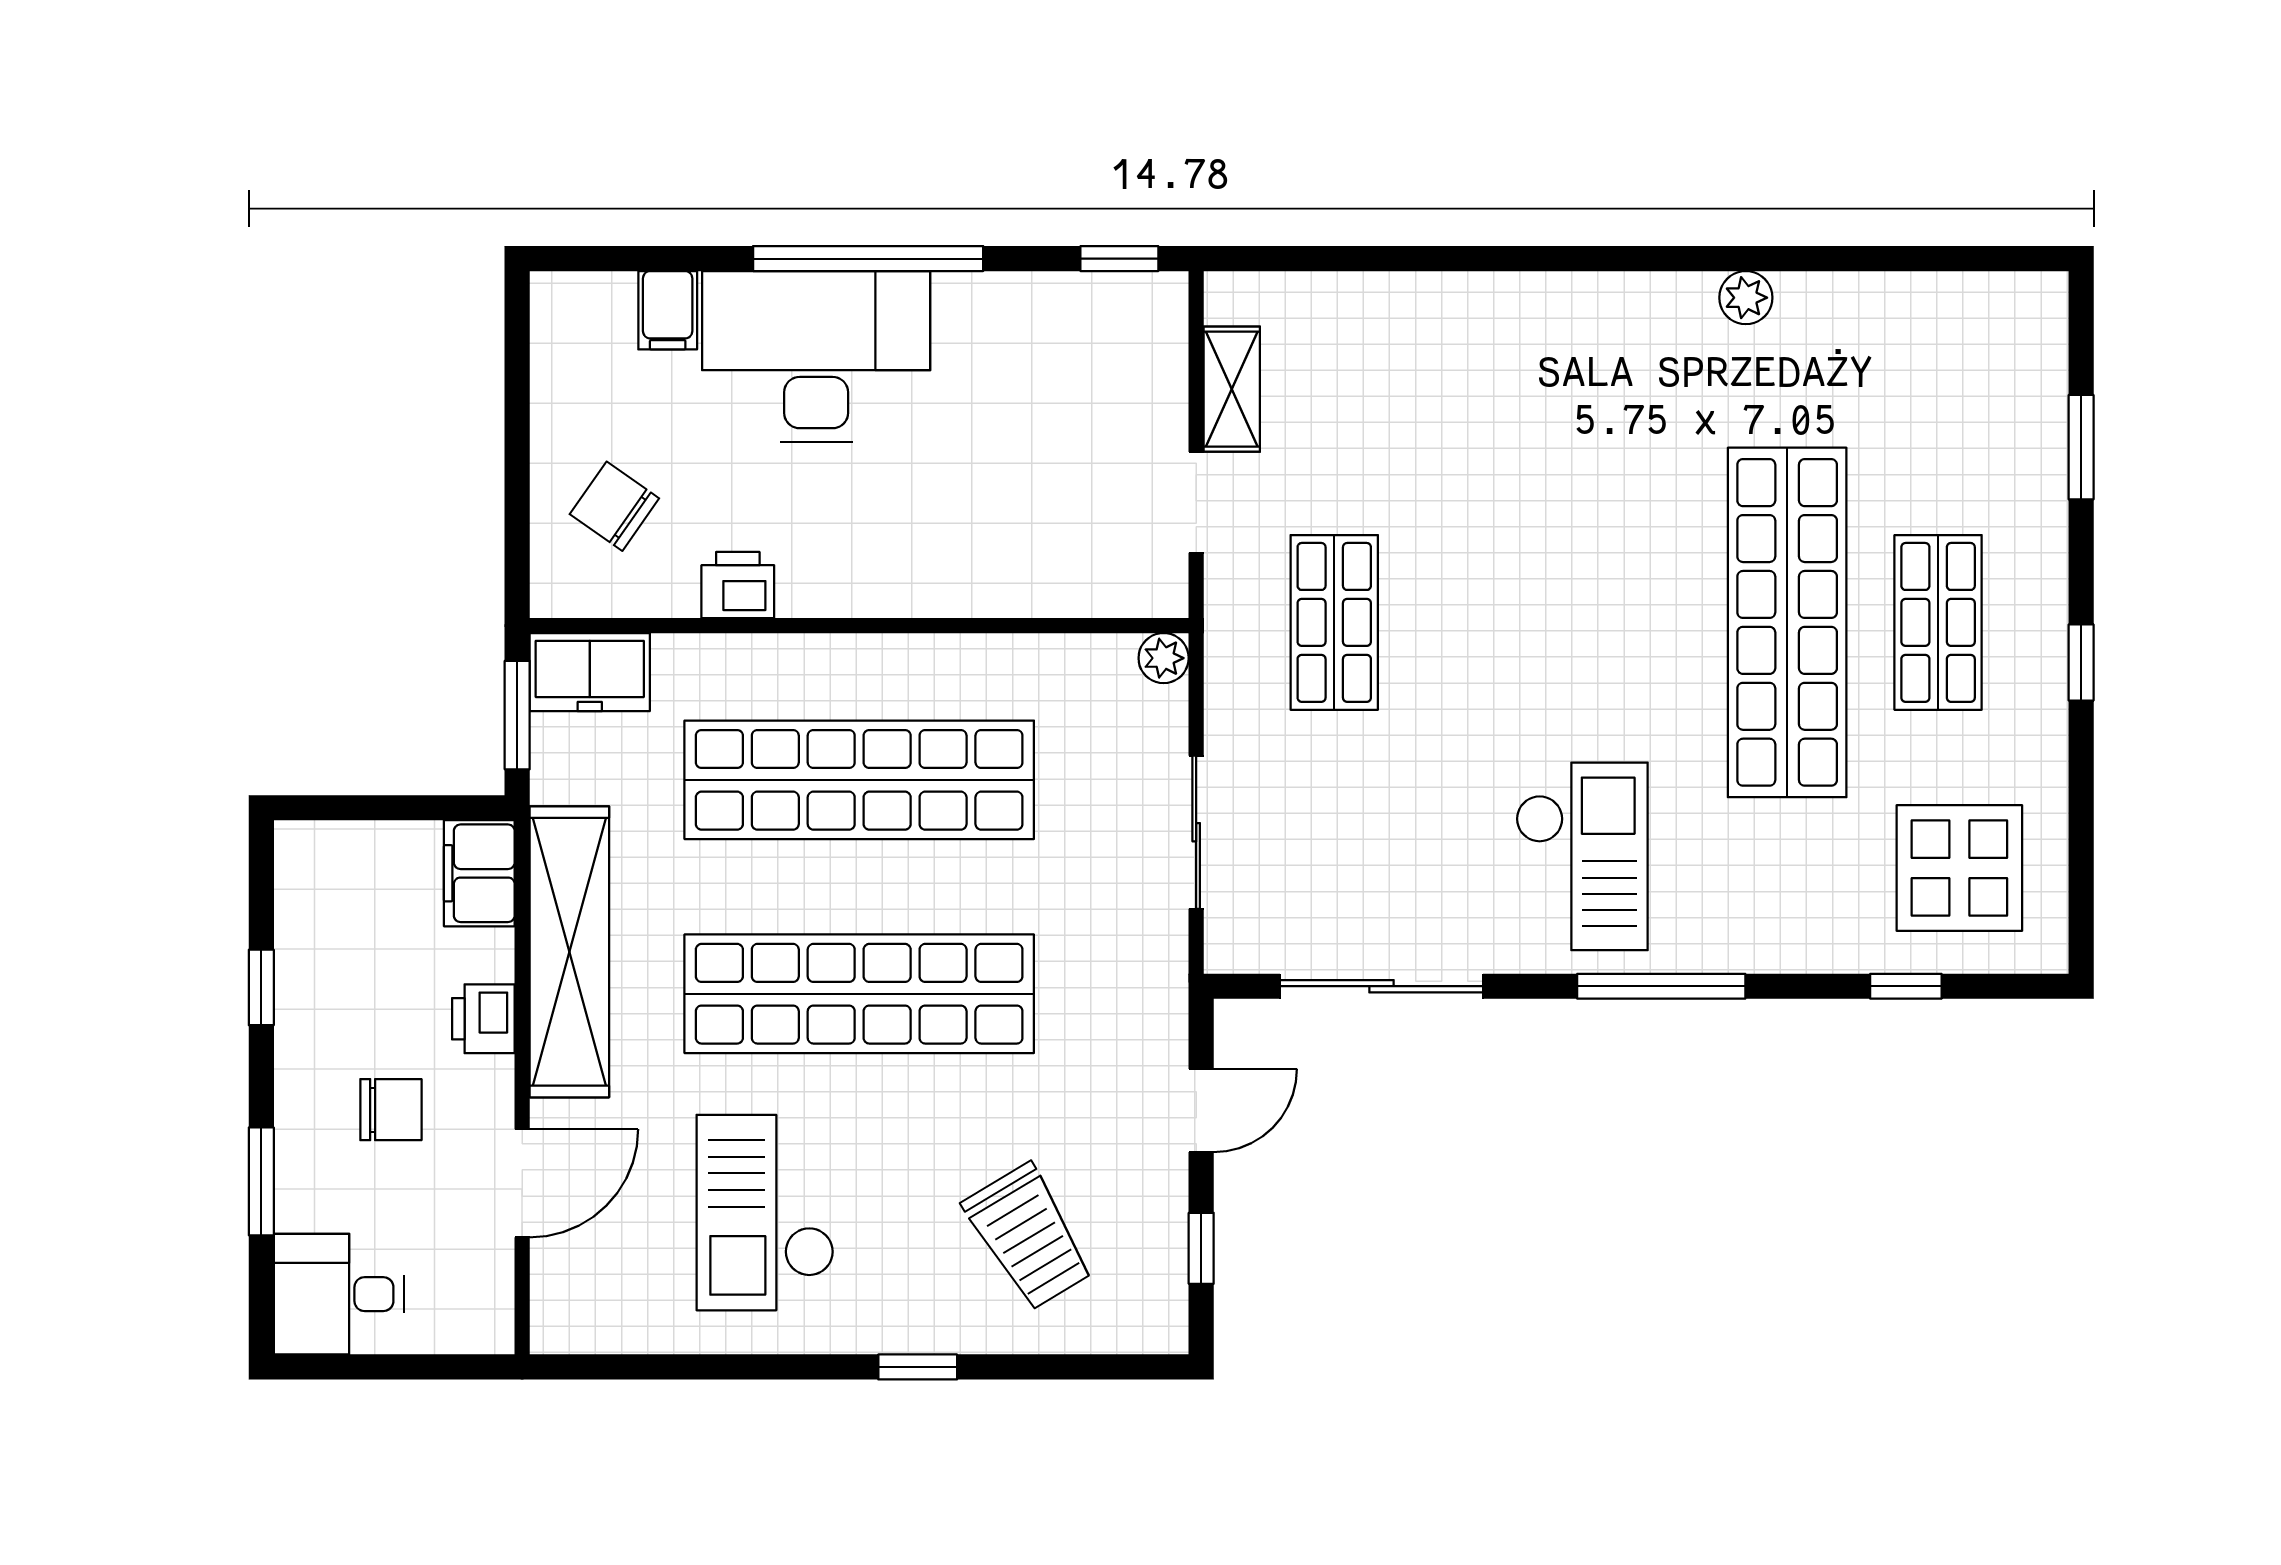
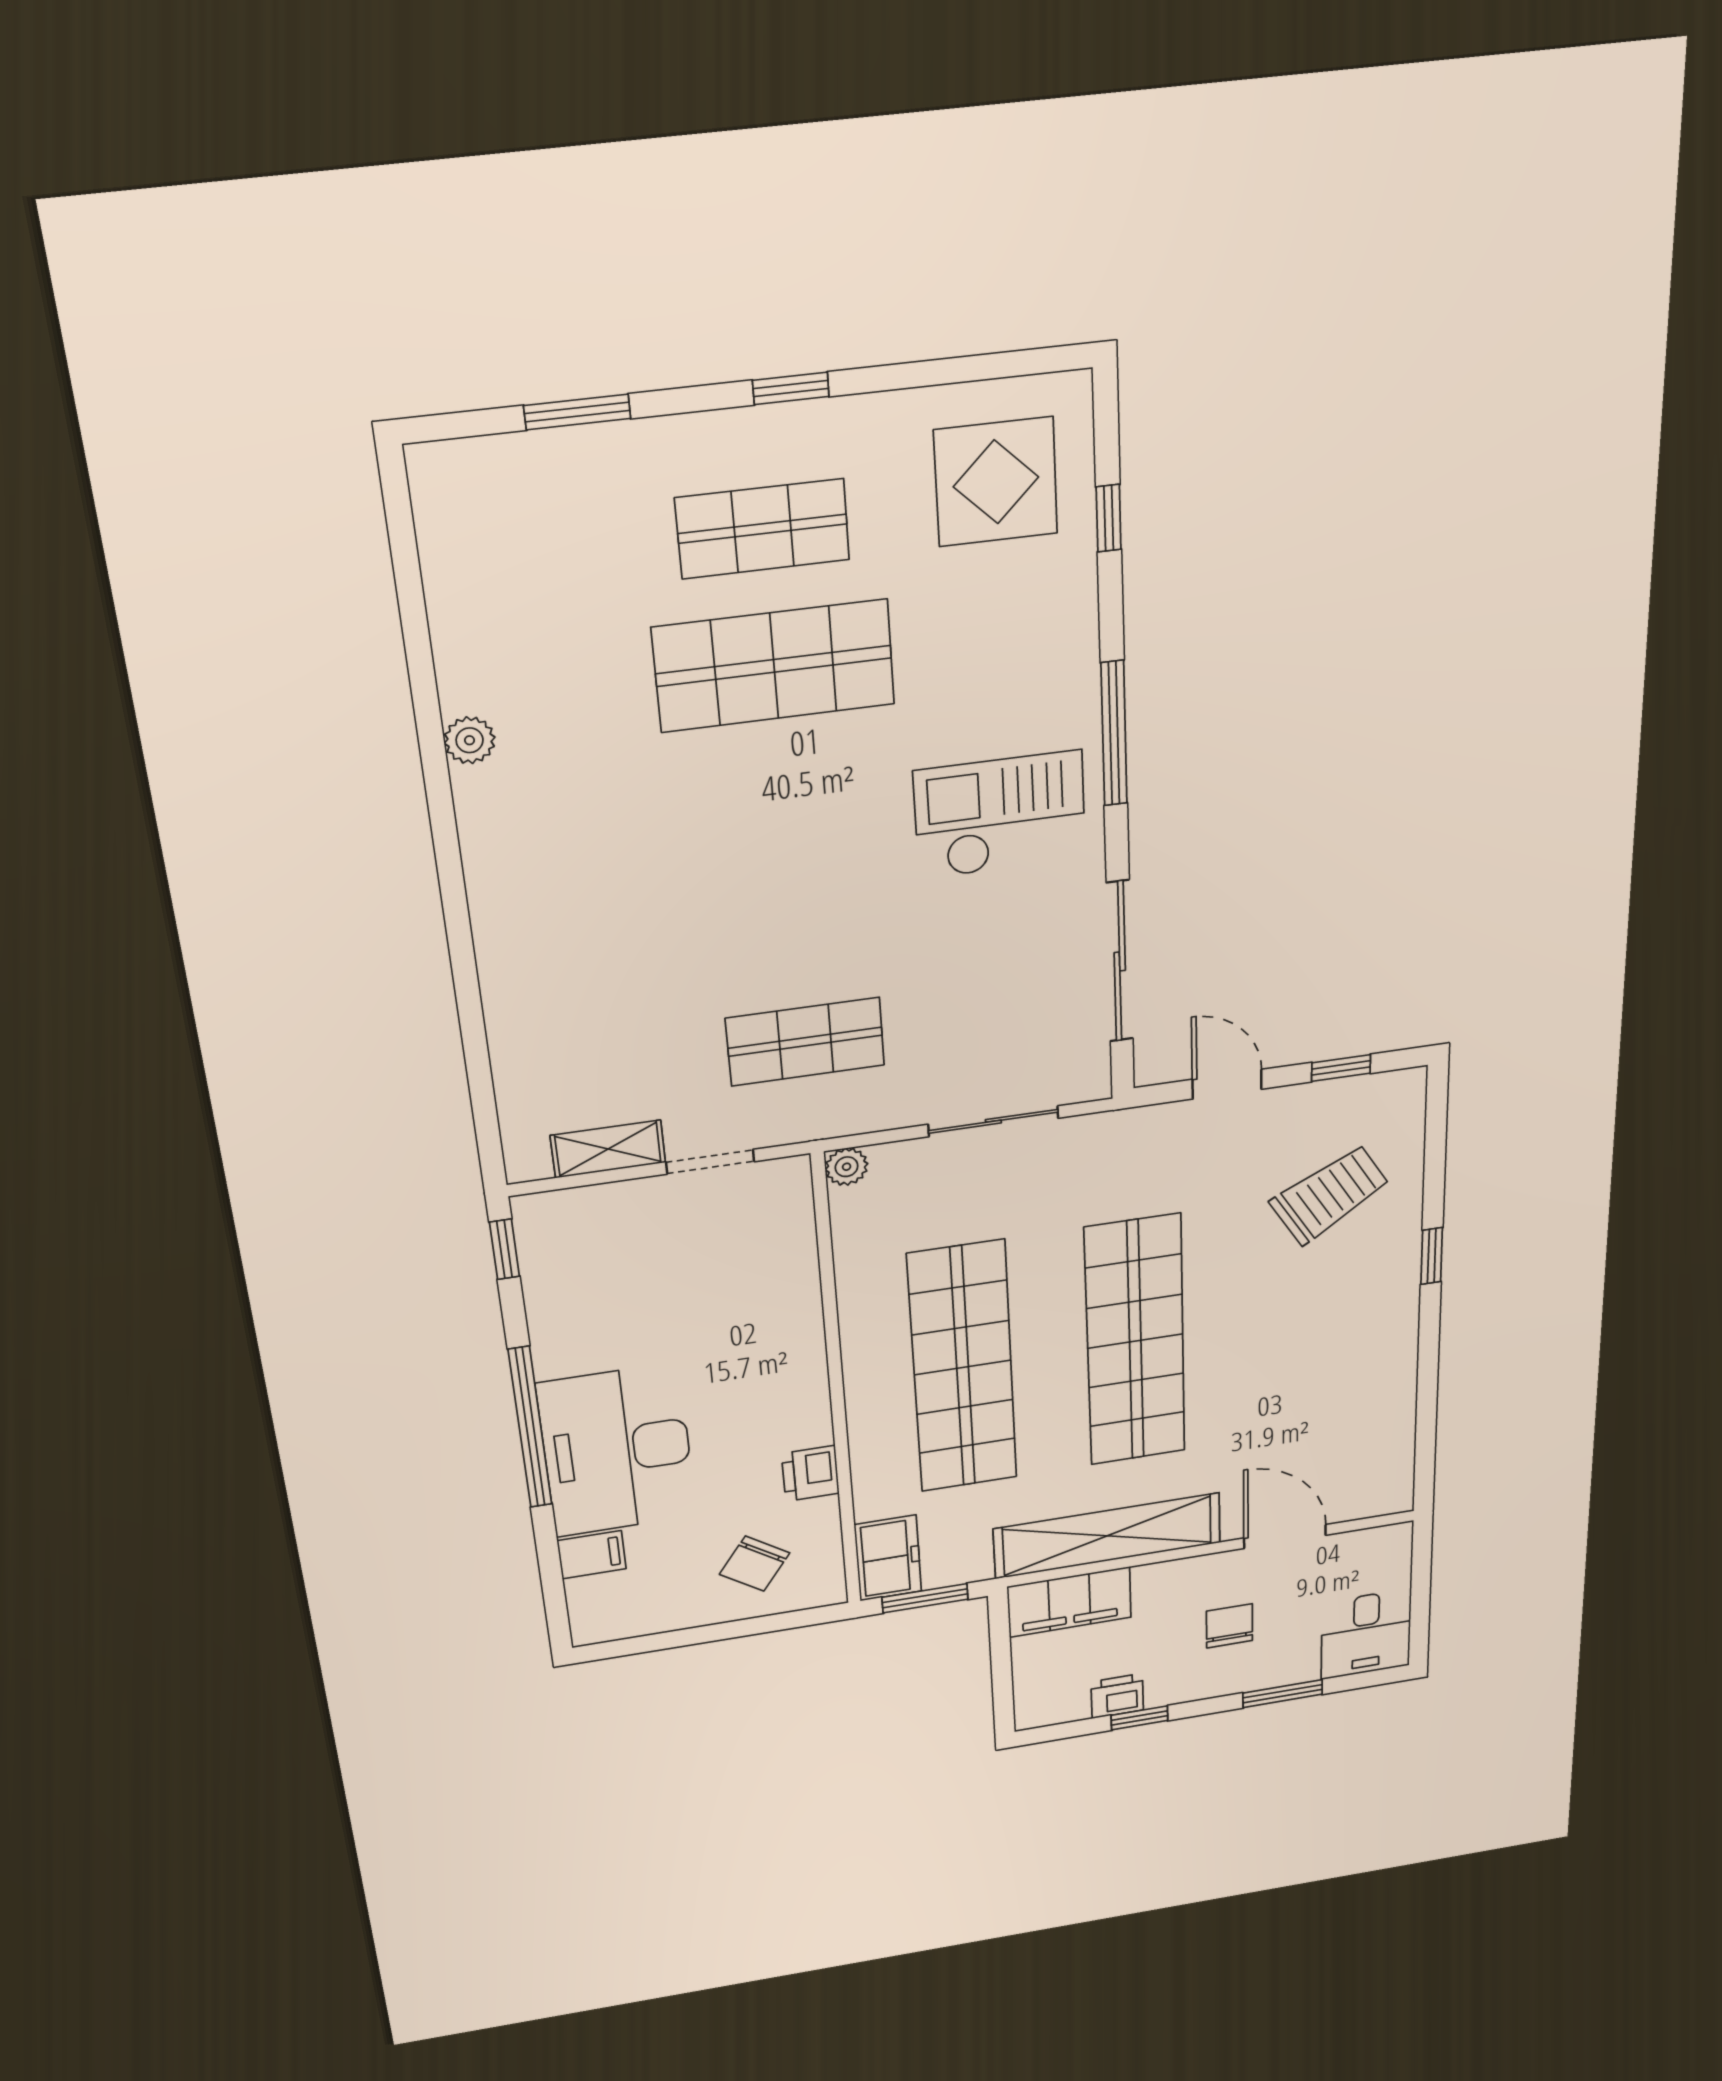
shop shelf: (1787, 622) -> (774, 666), width x0.71
filing cabinet: (479, 873) -> (1069, 1602), width x1.50, depth x1.17
printer: (483, 1019) -> (1117, 1696), moved, turned 180
checkout: (765, 1213) -> (1309, 1377), removed

